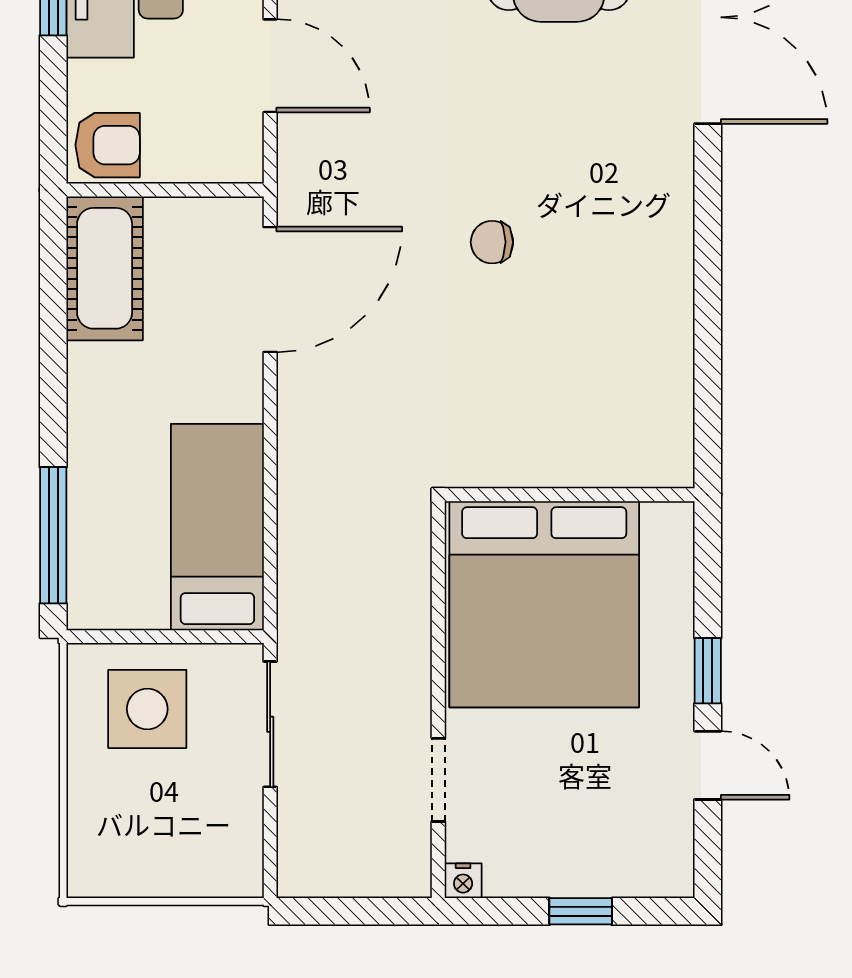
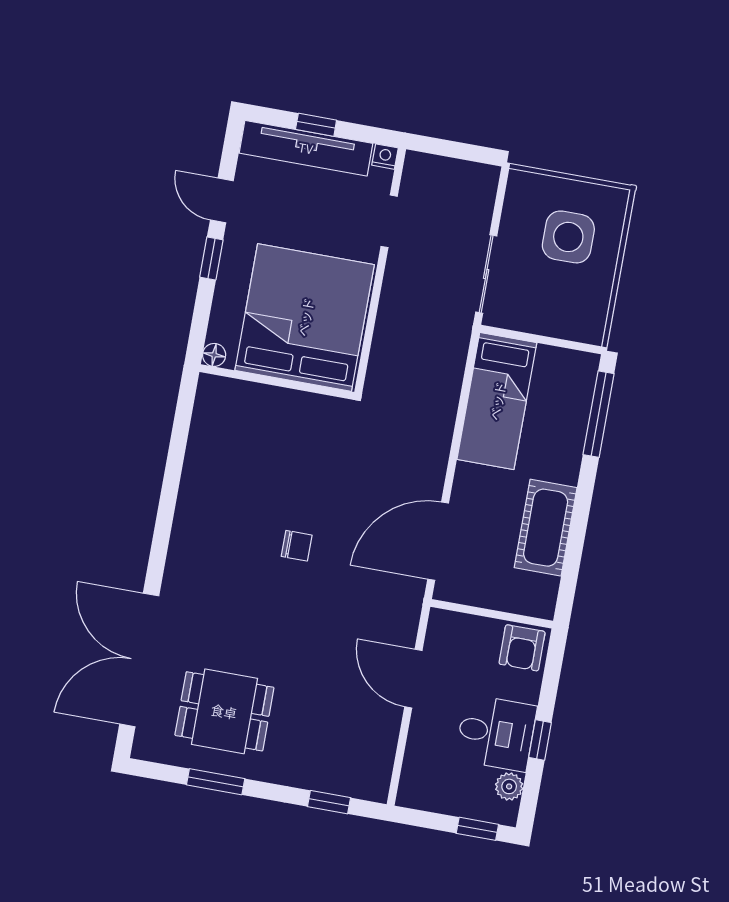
armchair: (108, 145) -> (522, 648), turned -90
cot: (105, 268) -> (546, 528), moved
floor lamp: (676, 520) -> (214, 355), added
side table: (147, 709) -> (568, 237), moved
tv unit: (590, 872) -> (306, 148), added

